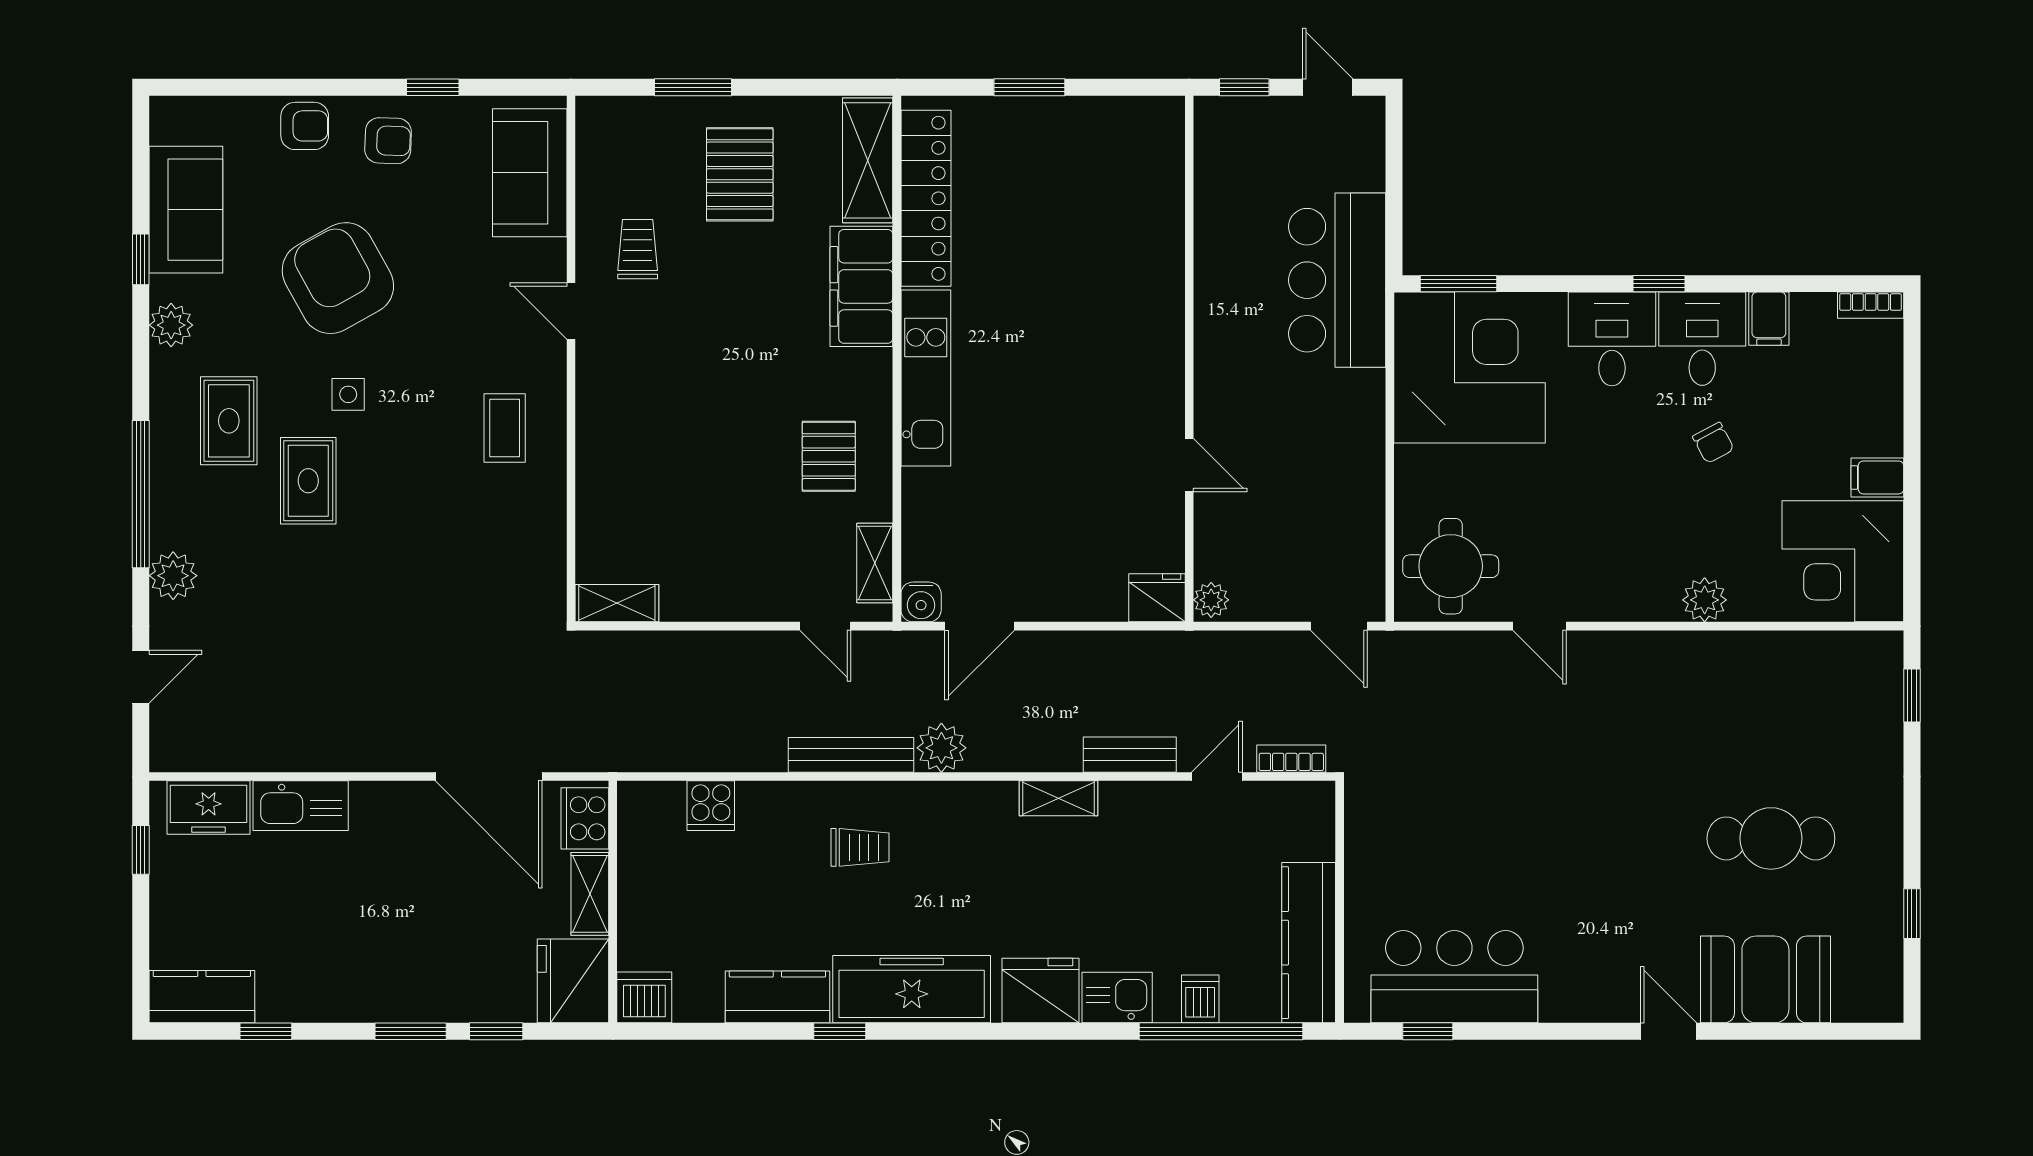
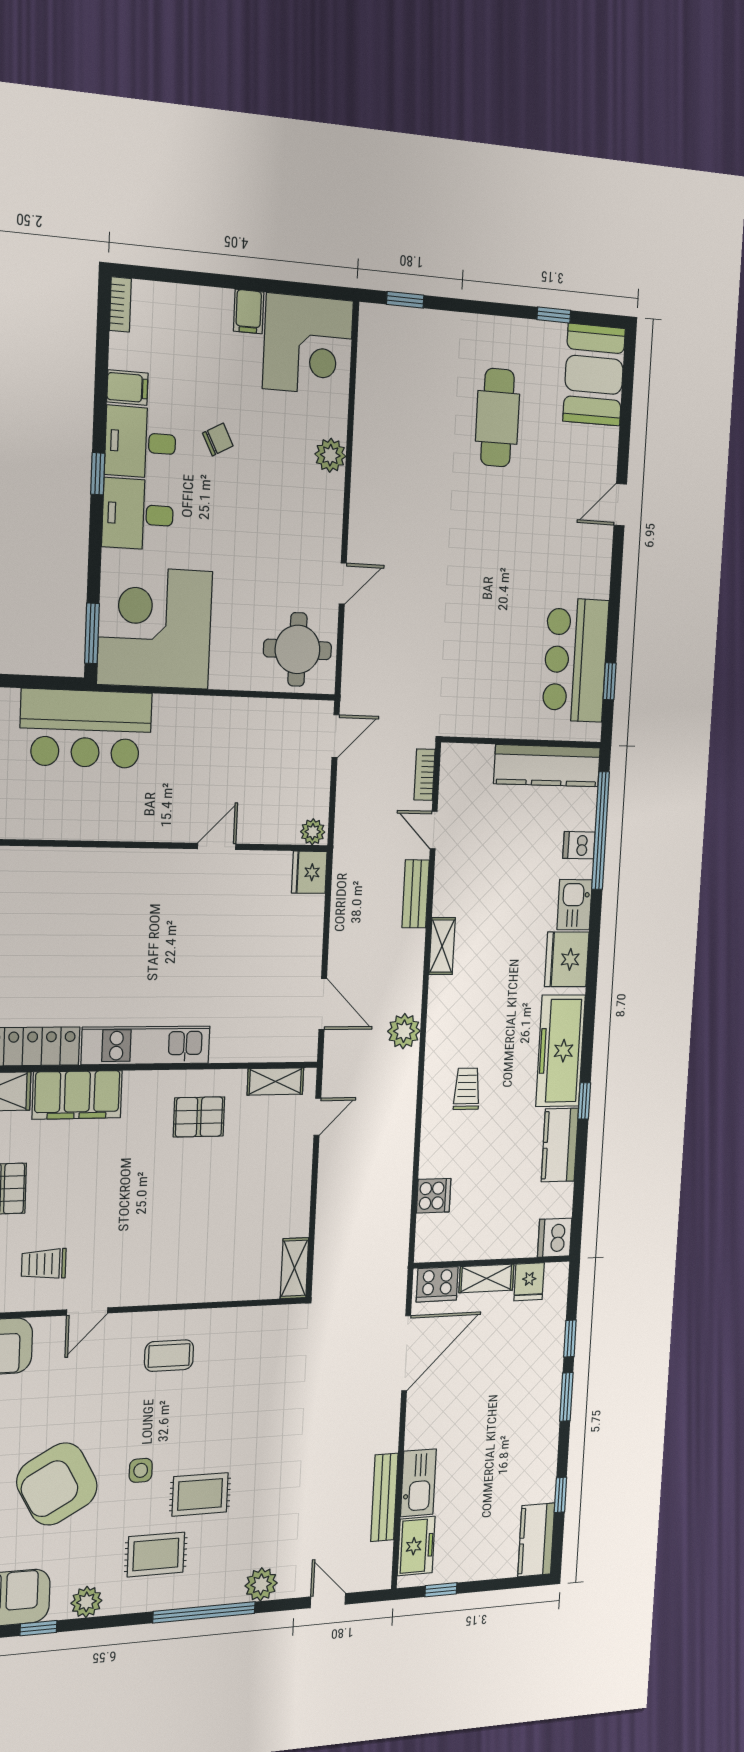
water cooler: (921, 602) -> (304, 1047), removed
bench: (851, 755) -> (384, 1497), moved
booth: (1765, 979) -> (594, 375), moved
fridge: (573, 981) -> (529, 1282), width x0.53, depth x0.75

